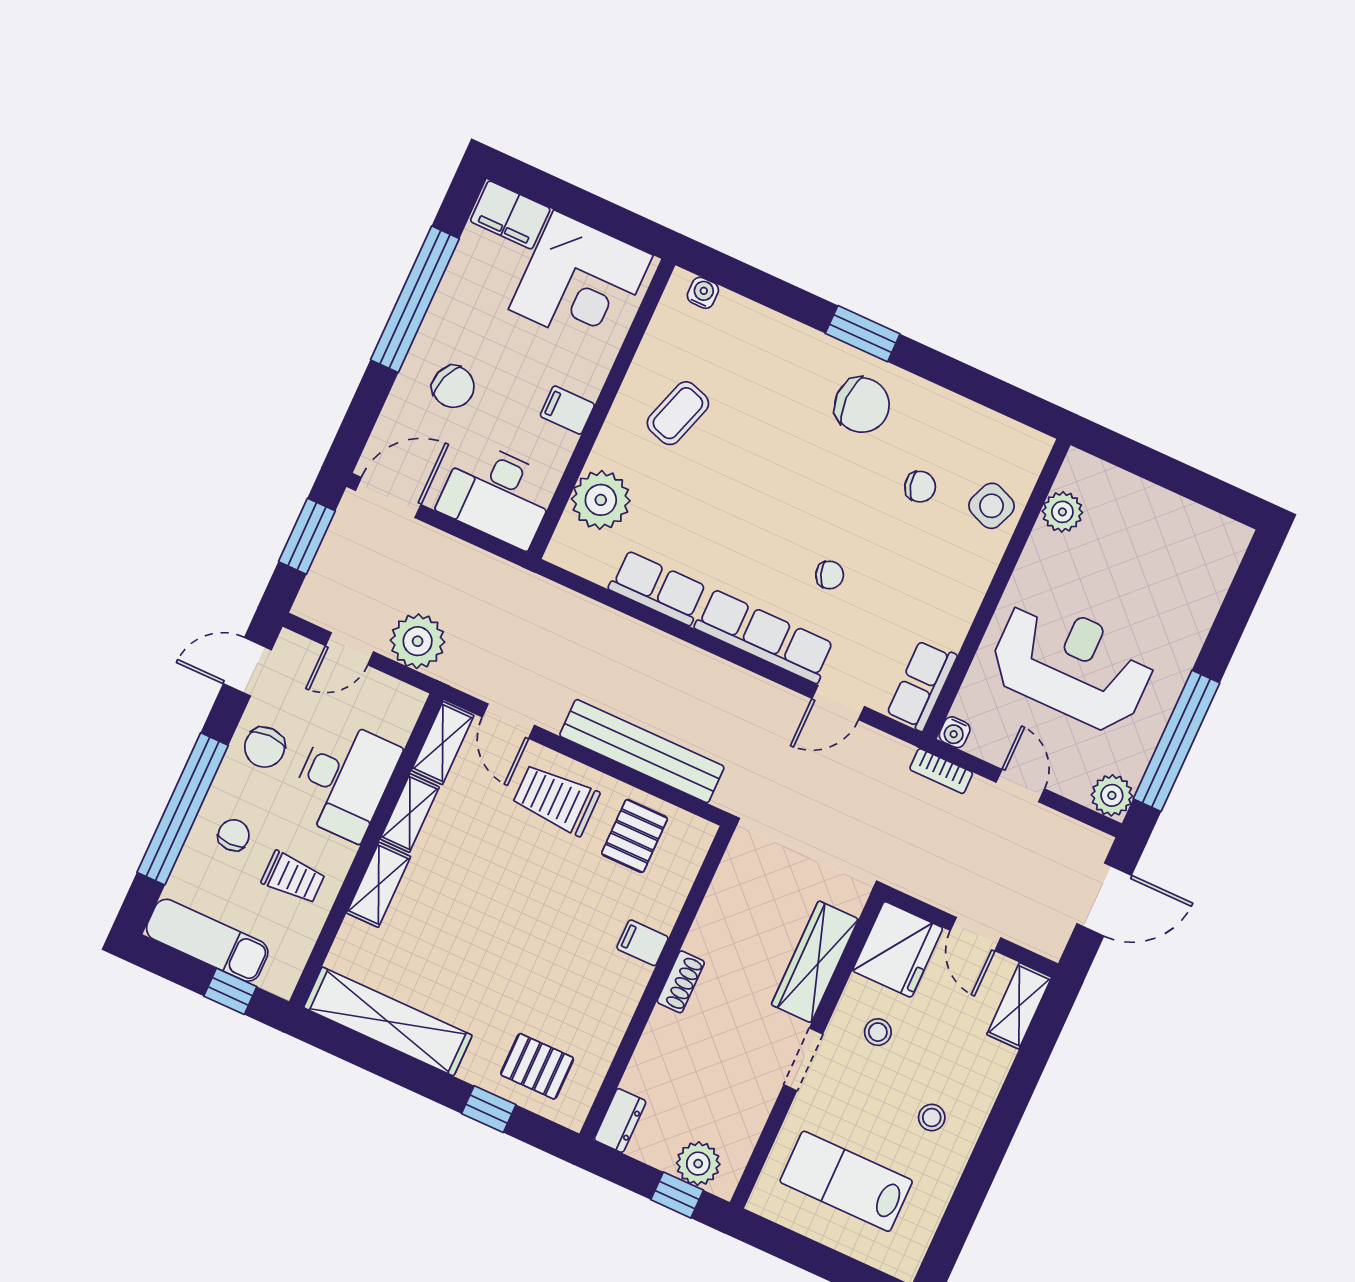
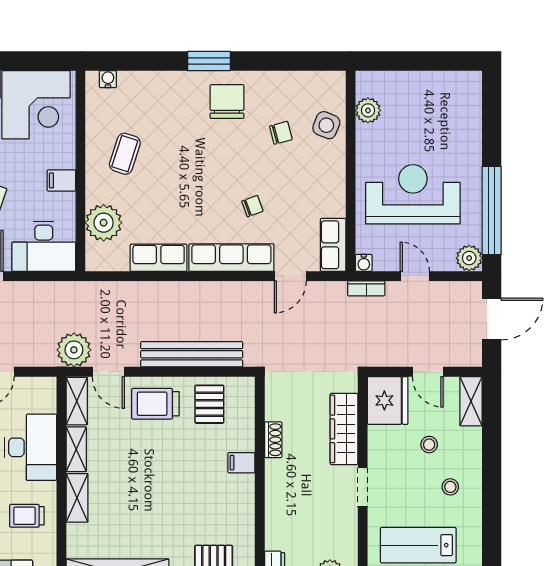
chair: (862, 405) -> (227, 102), turned -90
plant: (418, 641) -> (74, 350), moved
trolley: (293, 878) -> (27, 516), turned 180
shoe rack: (681, 982) -> (273, 440), moved
stool: (878, 1032) -> (429, 445), moved

